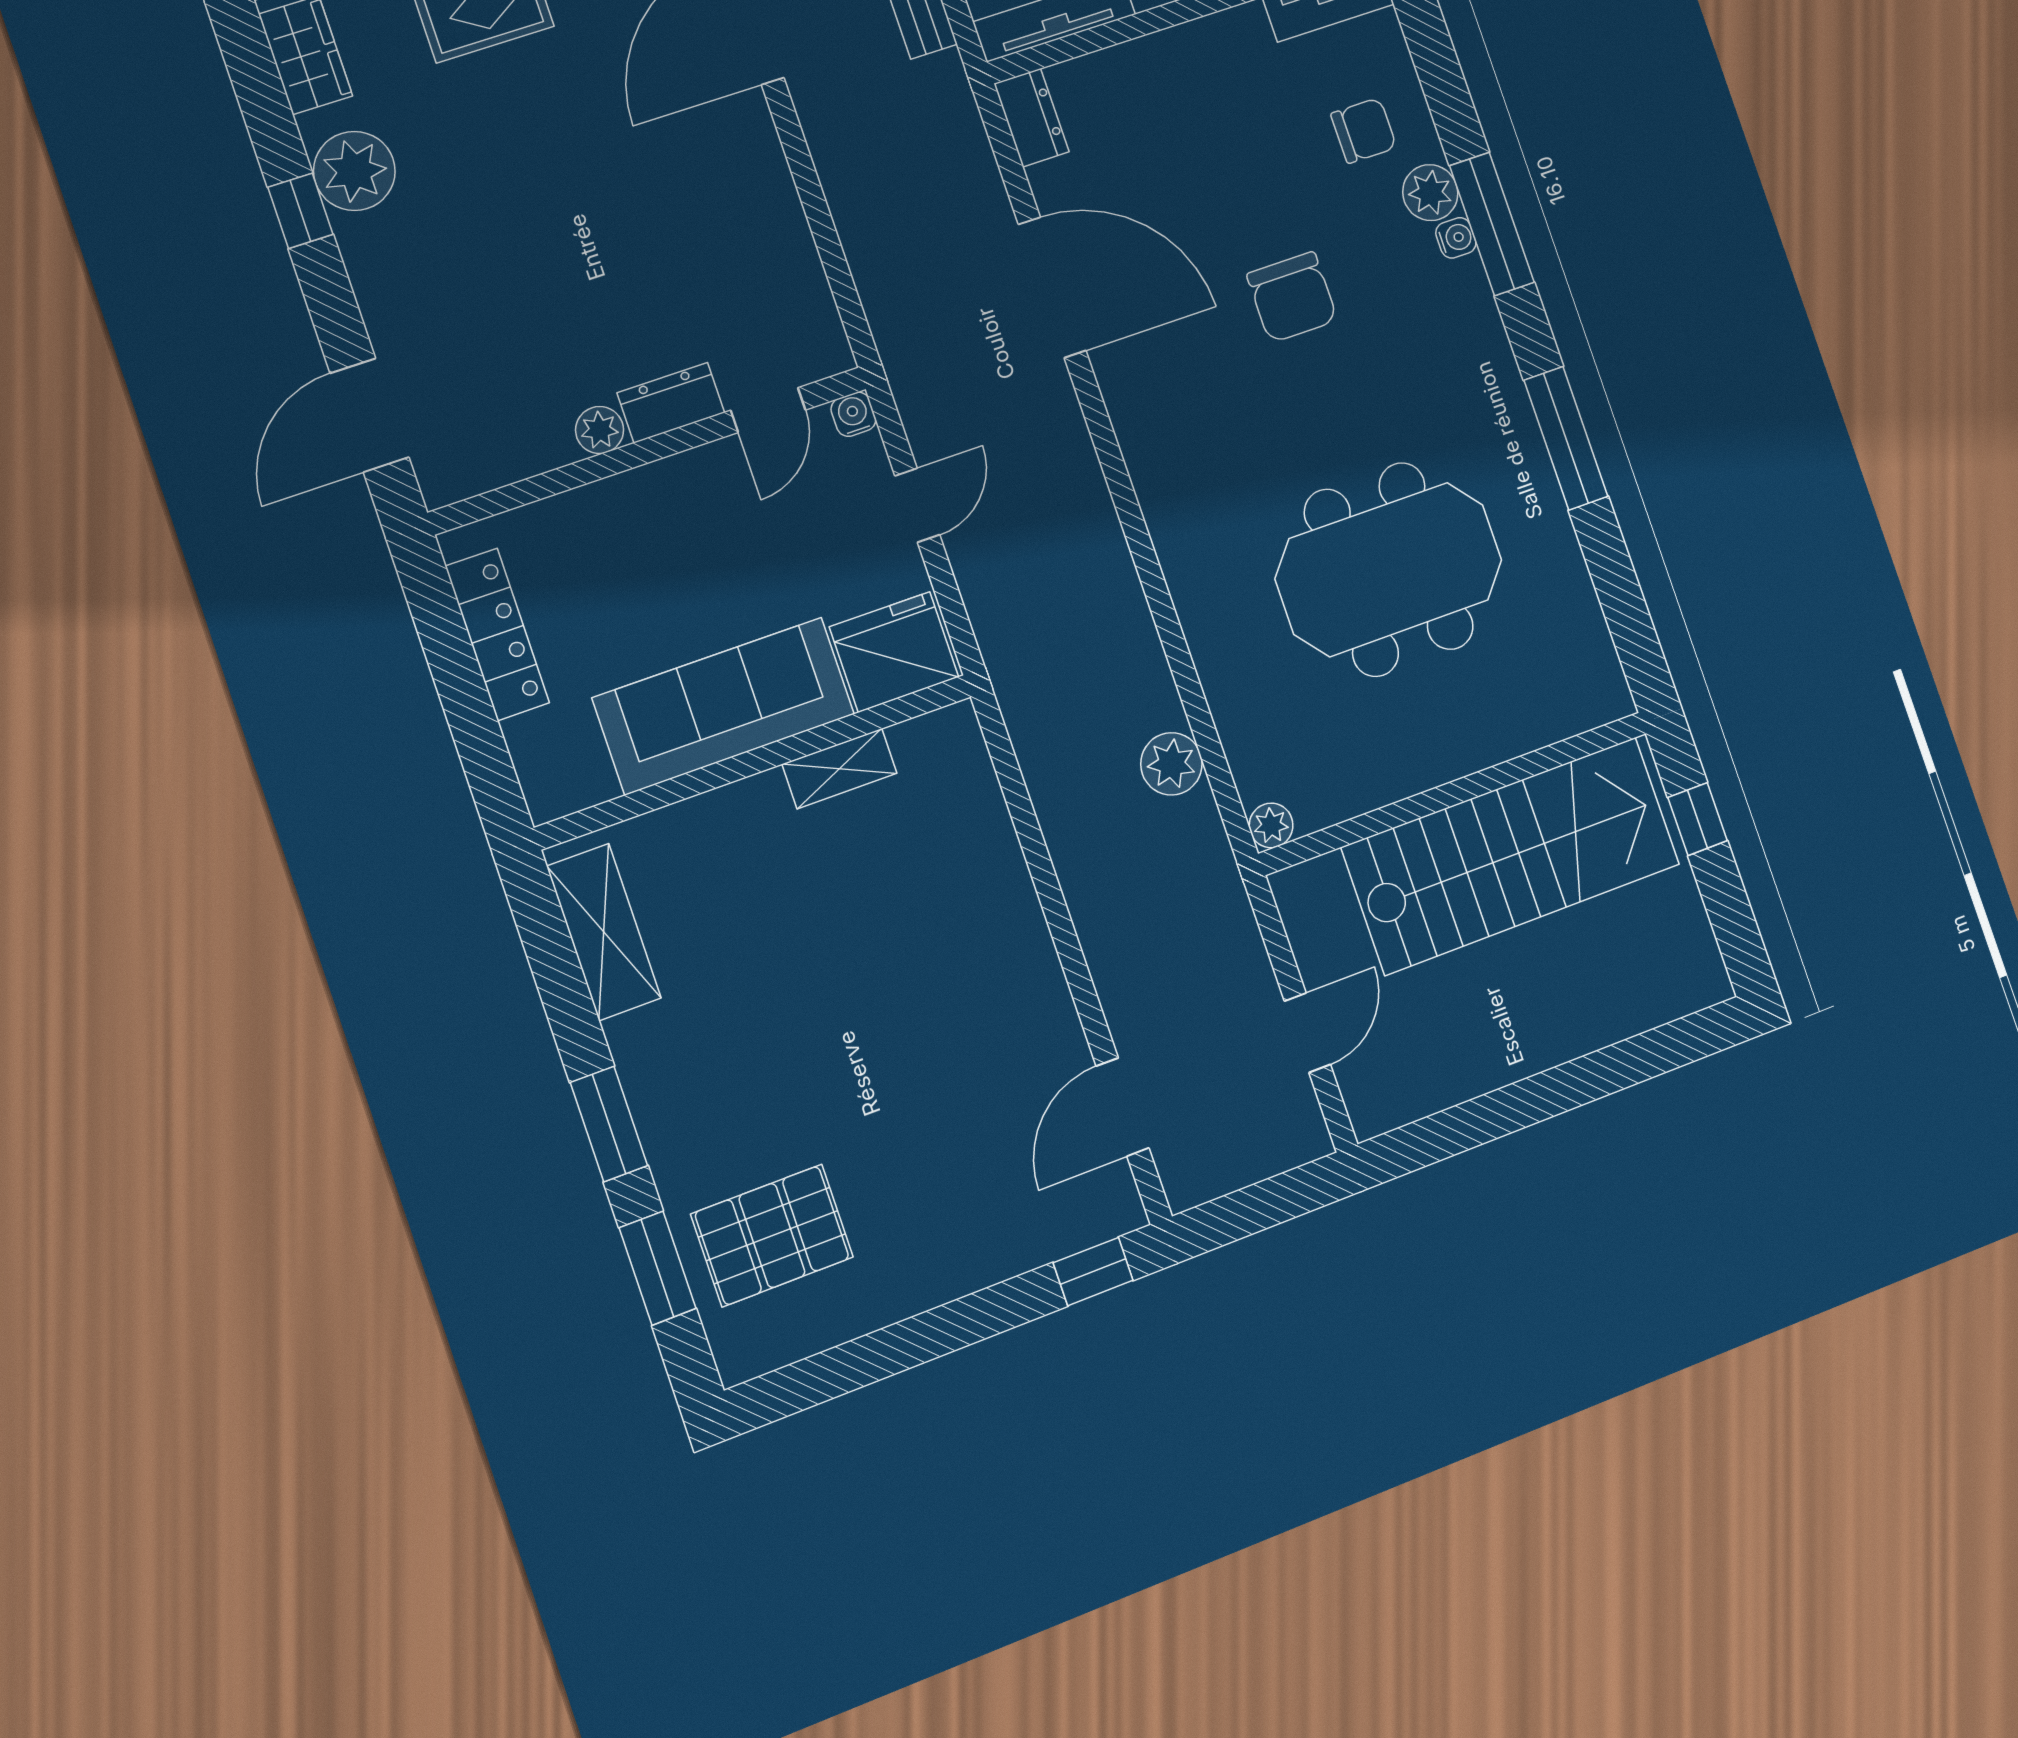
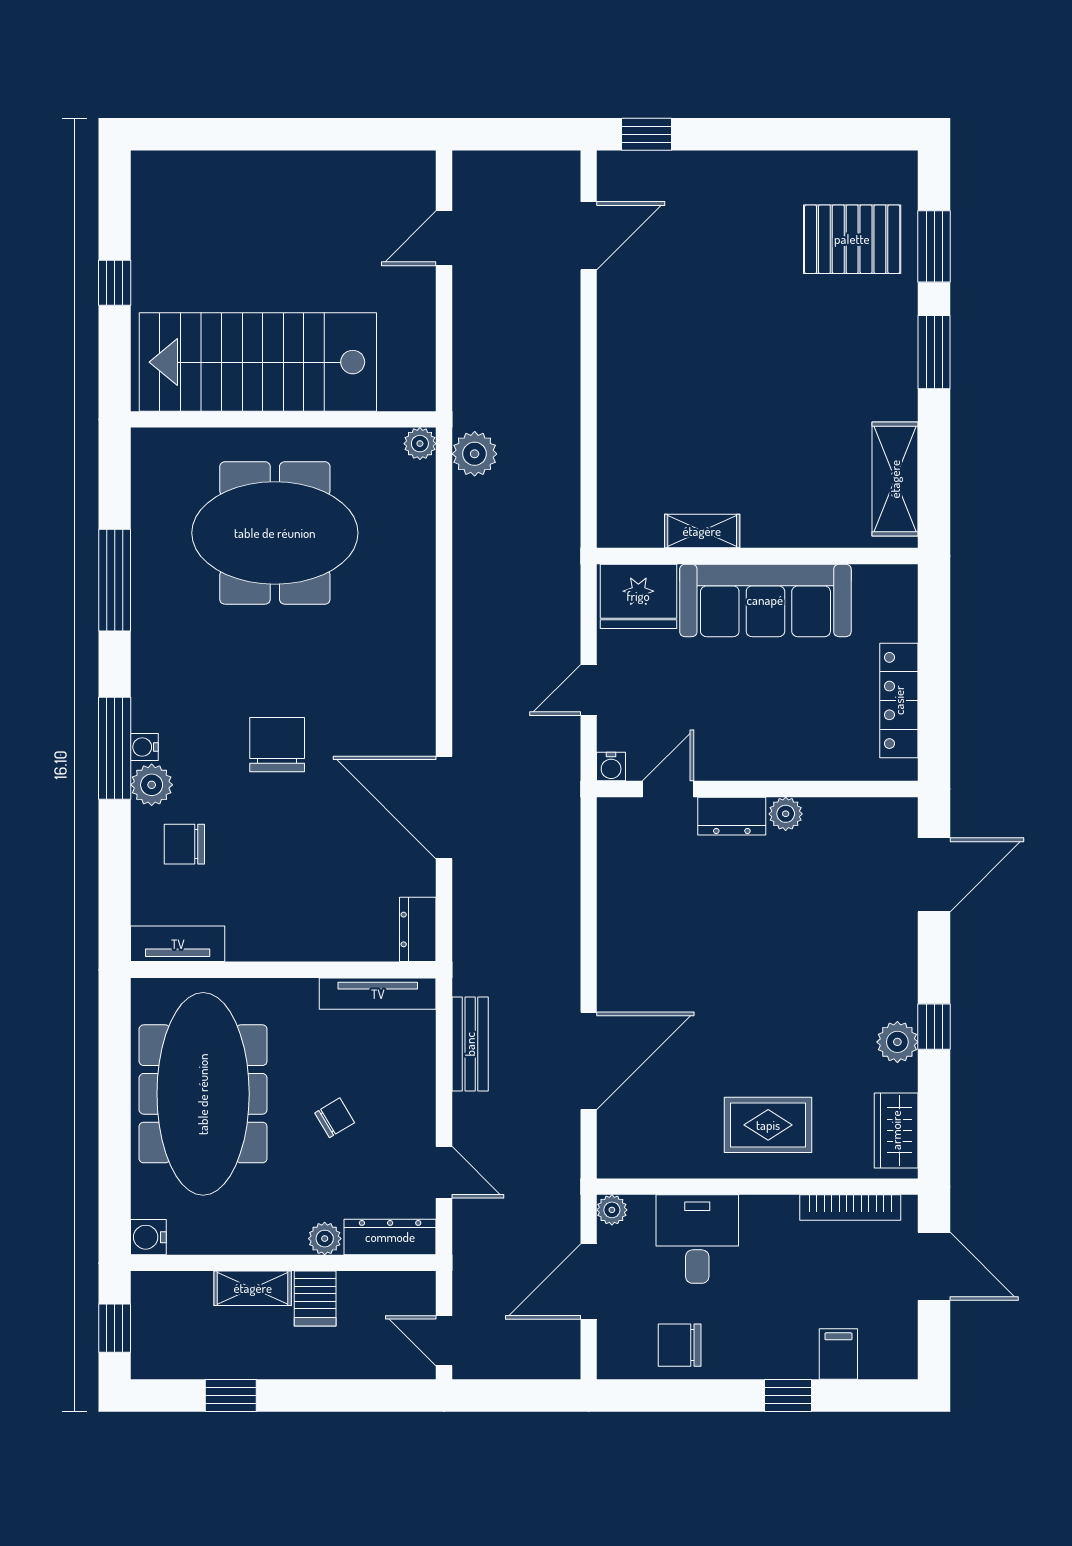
plant: (354, 171) -> (897, 1042), width x0.73, depth x0.73
wall: (1454, 793) -> (283, 419), moved
plant: (1271, 825) -> (420, 444), moved
stairs: (1511, 856) -> (258, 362), moved

